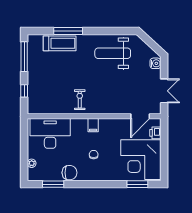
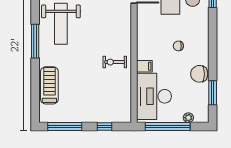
window: (68, 31) -> (35, 41), moved
filing cabinet: (93, 125) -> (144, 66), moved
window: (24, 145) -> (168, 126), added
chair: (69, 173) -> (199, 74), turned -90

